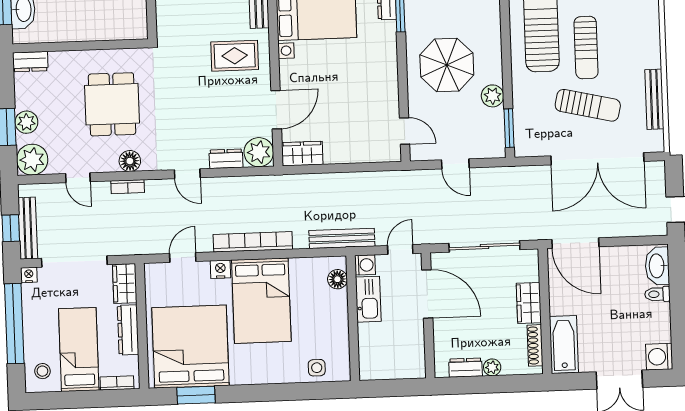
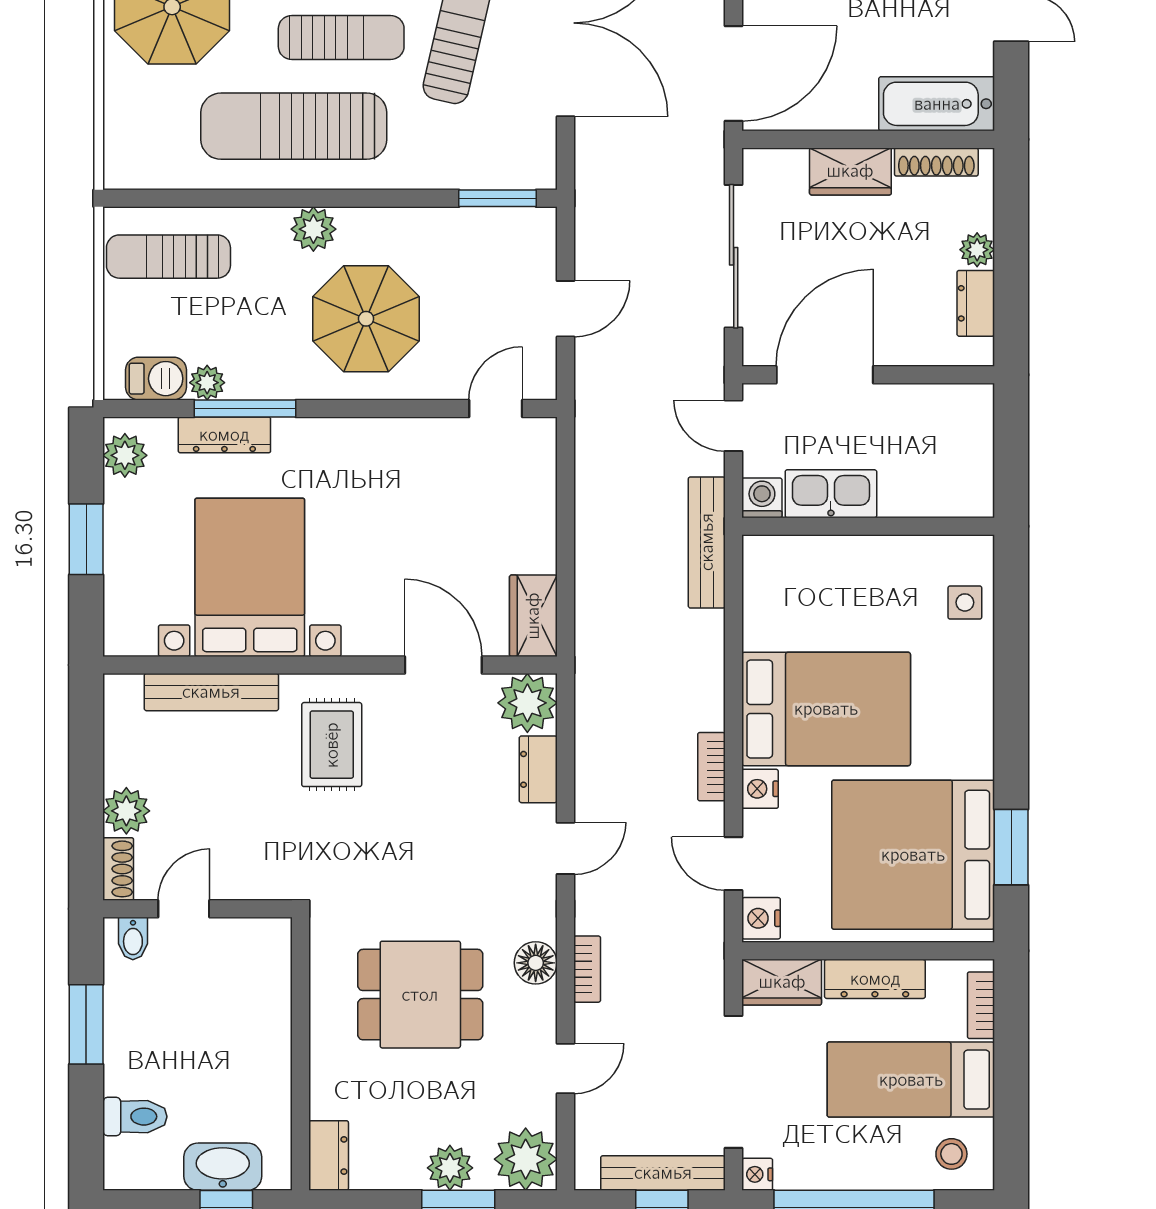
plant: (493, 96) -> (313, 229), moved
bookcase: (253, 242) -> (711, 767), width x0.43, depth x0.76
nightstand: (156, 272) -> (761, 918), added
floor lamp: (337, 279) -> (789, 554), removed

